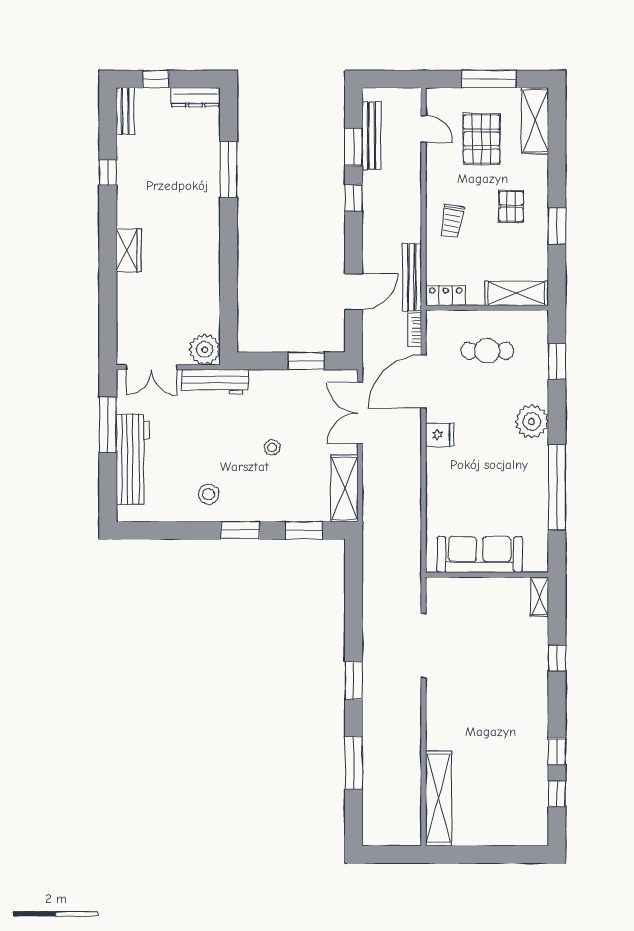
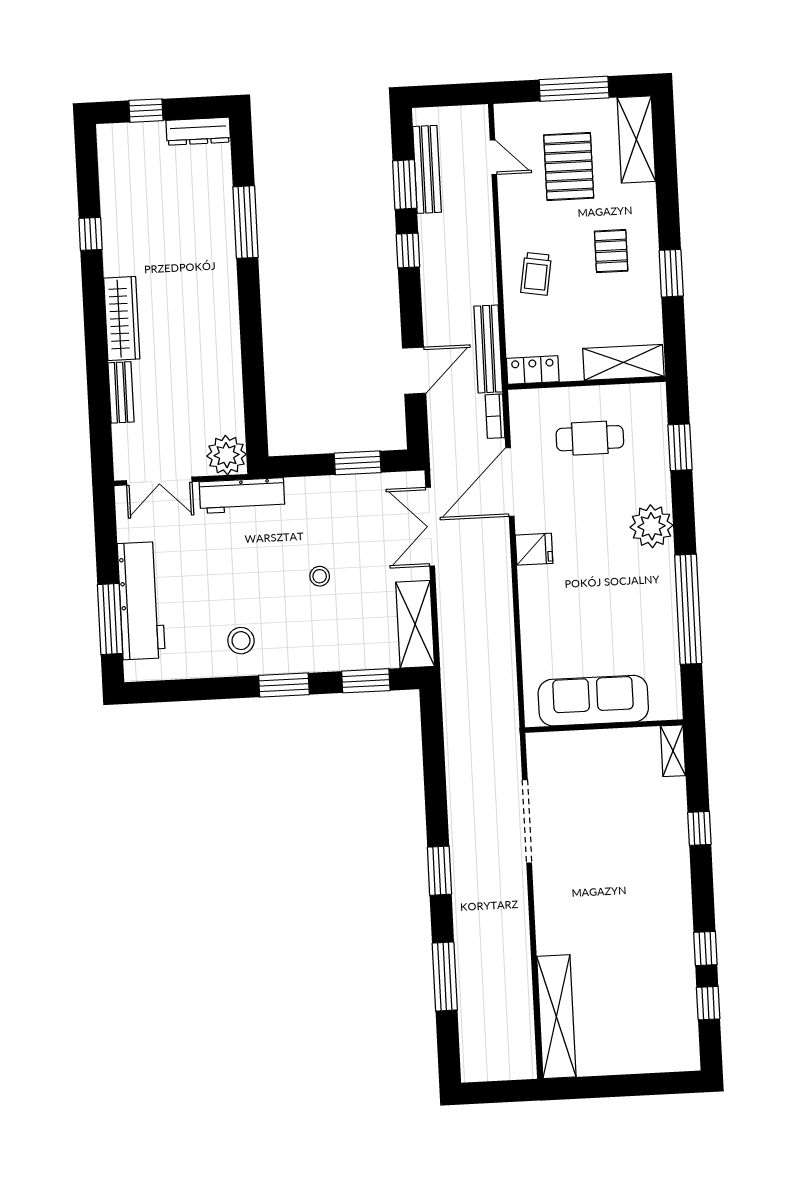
bench: (125, 111) -> (121, 392), moved
wardrobe: (129, 250) -> (122, 319), width x1.50
window: (108, 425) -> (110, 619), moved

